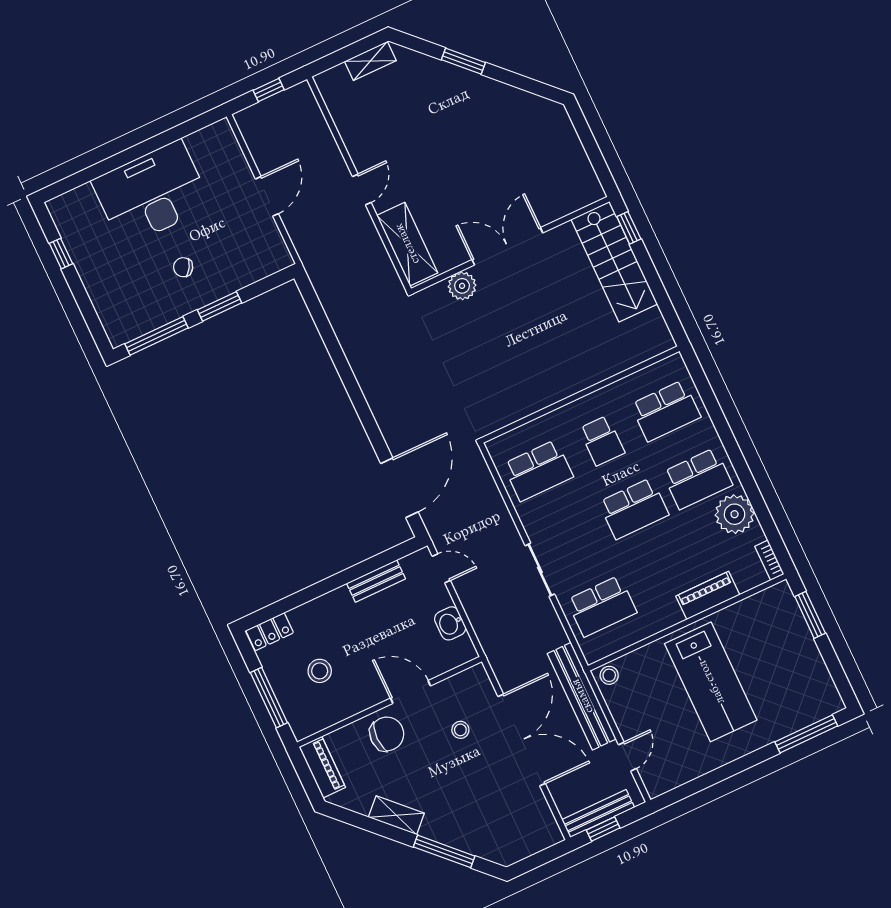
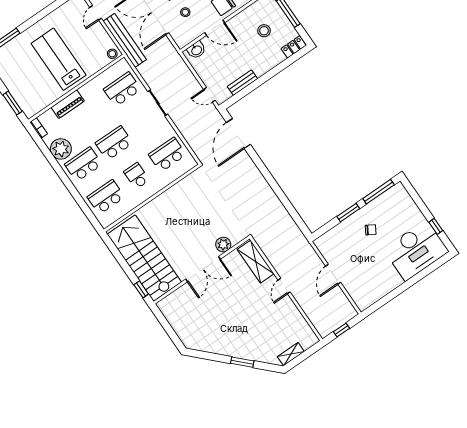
desk: (152, 193) -> (416, 250), moved
stairs: (614, 262) -> (144, 258), width x1.36, depth x1.51
washbasin: (450, 623) -> (196, 50), moved, turned 90

